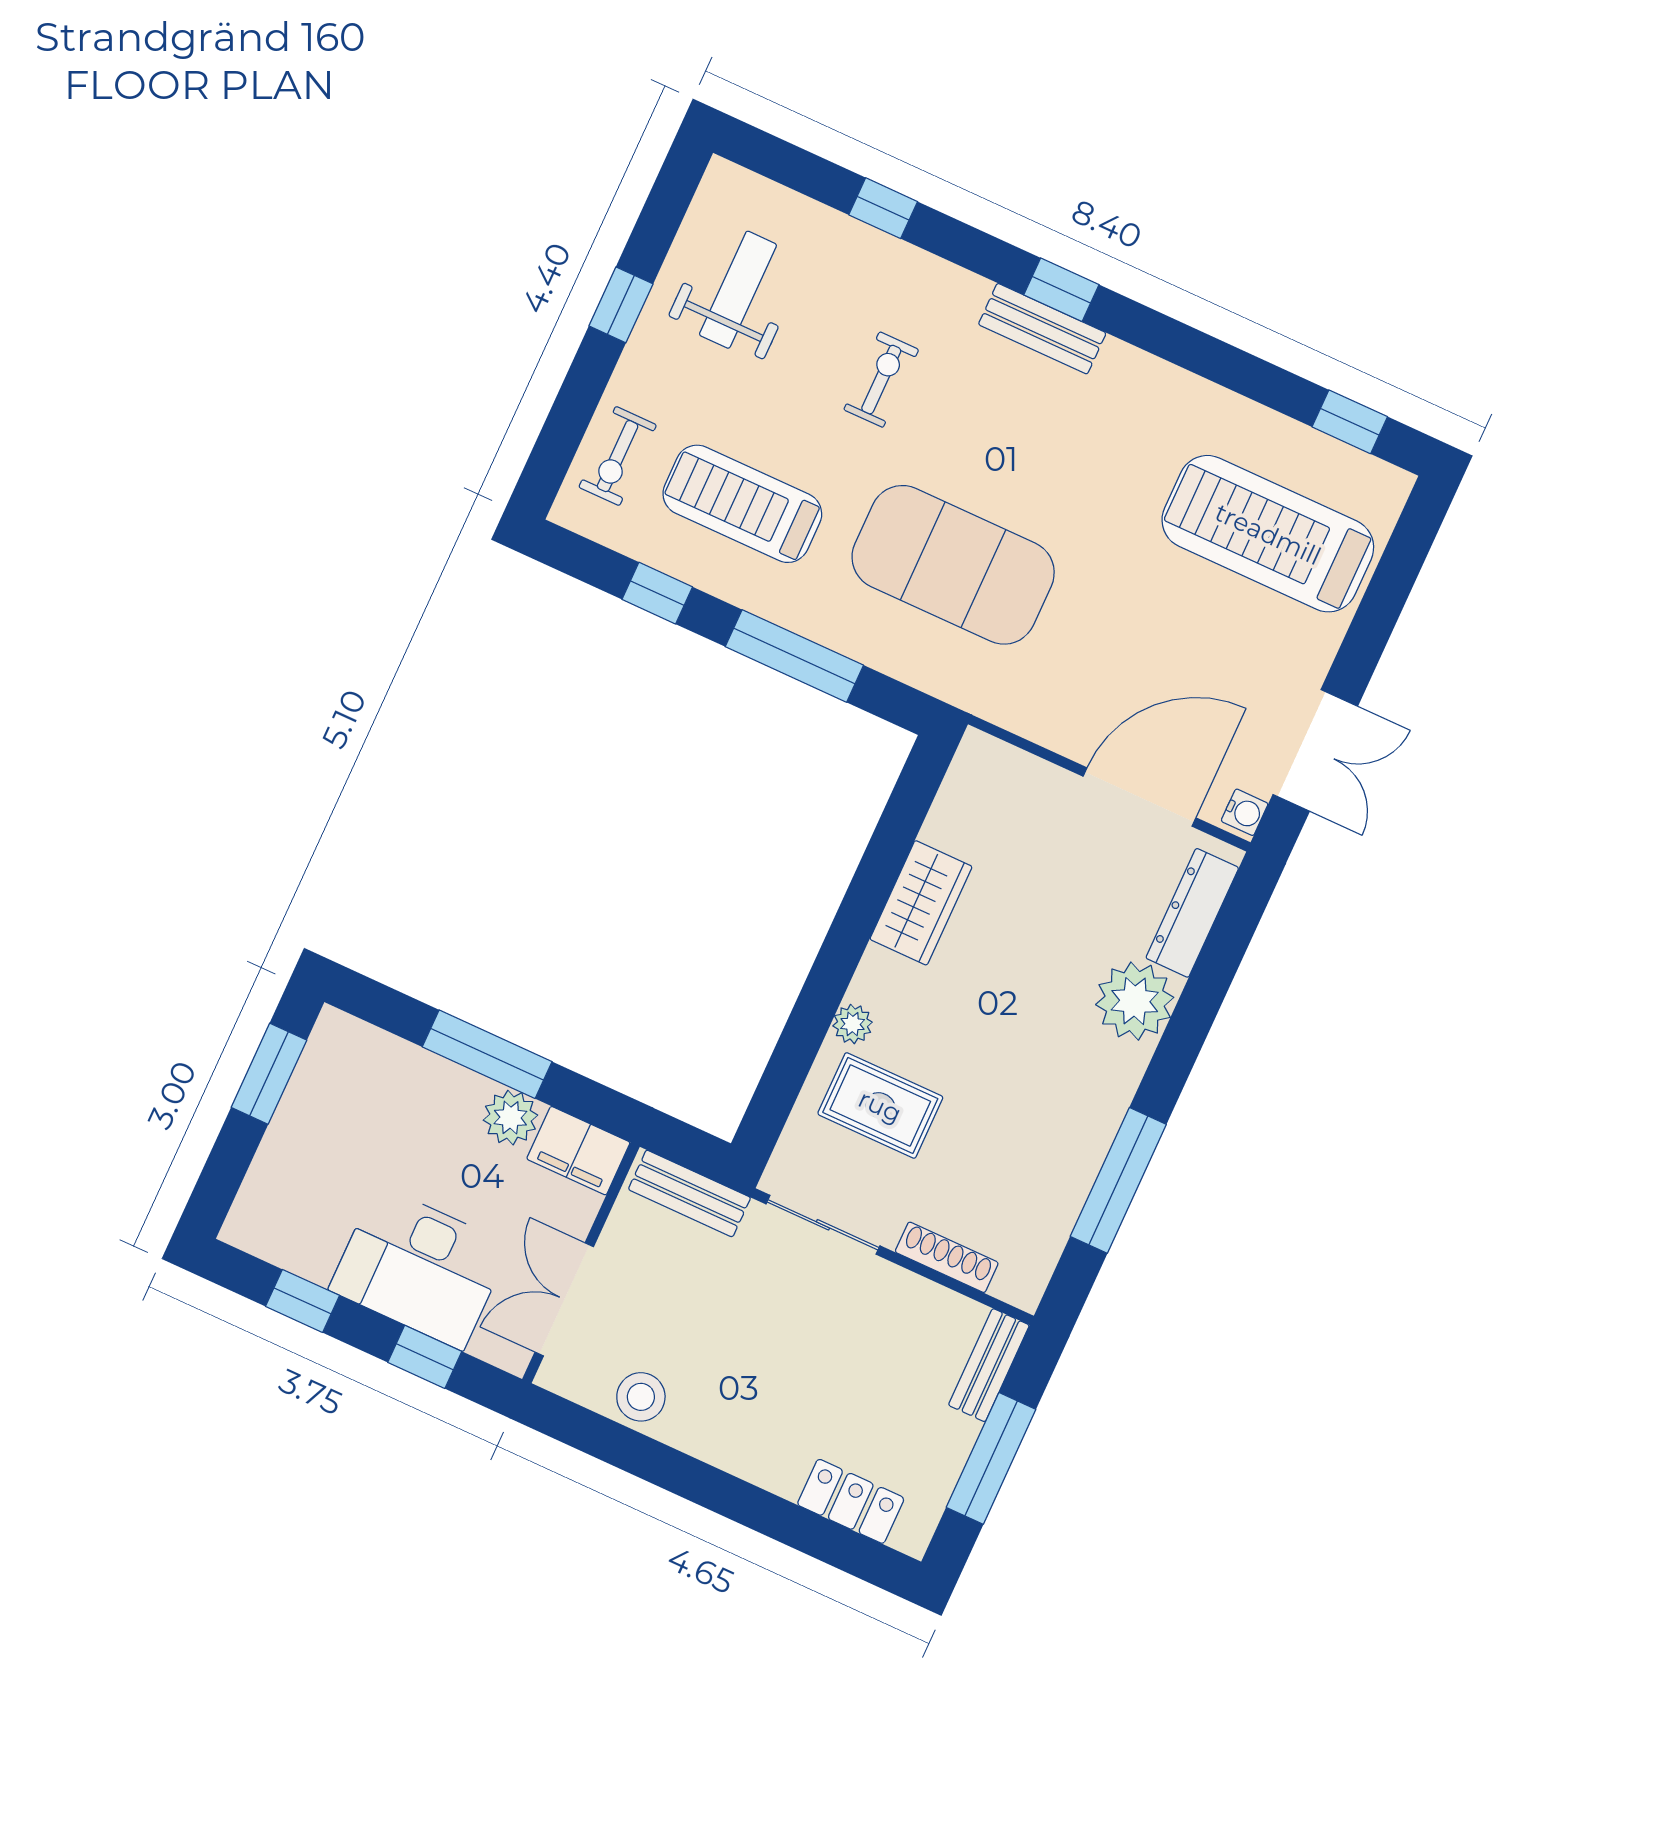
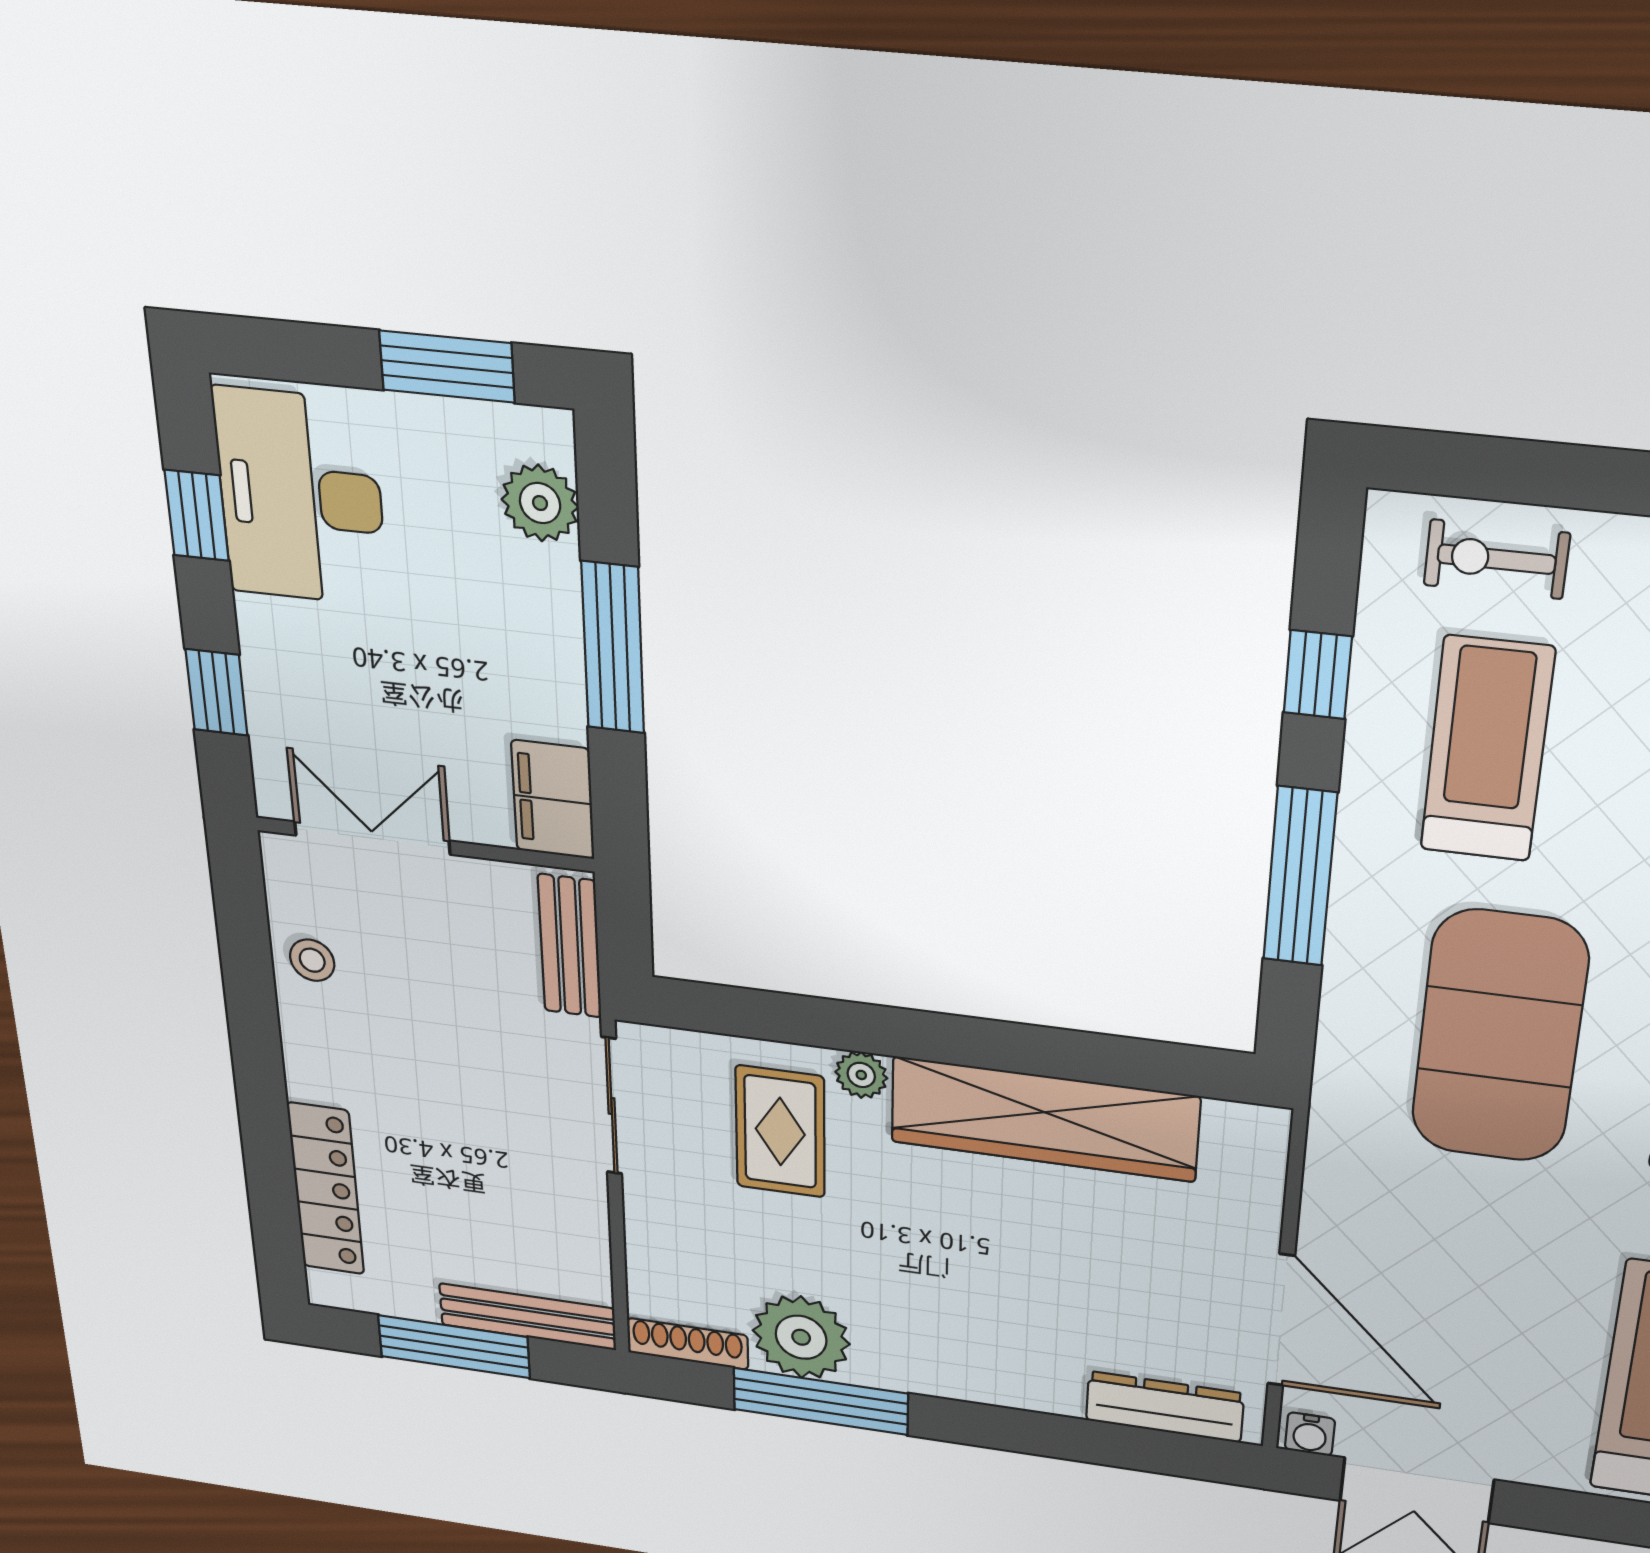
wardrobe: (921, 903) -> (1044, 1119), width x2.10, depth x1.17
plant: (1135, 1001) -> (801, 1337), moved
plant: (510, 1118) -> (540, 503), moved
shoe rack: (947, 1257) -> (688, 1344), moved, turned -90
desk: (420, 1267) -> (301, 497), moved
bench: (989, 1365) -> (528, 1317), width x1.36
stool: (641, 1397) -> (312, 960), width x0.73, depth x0.73
locker: (851, 1501) -> (326, 1189), width x1.53

